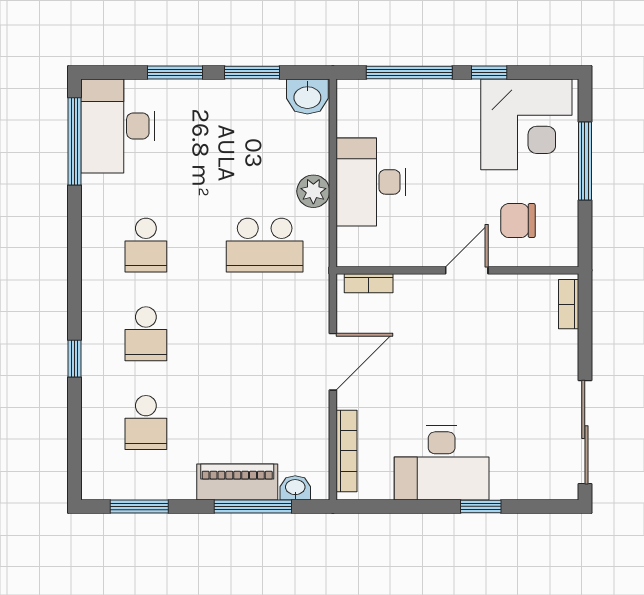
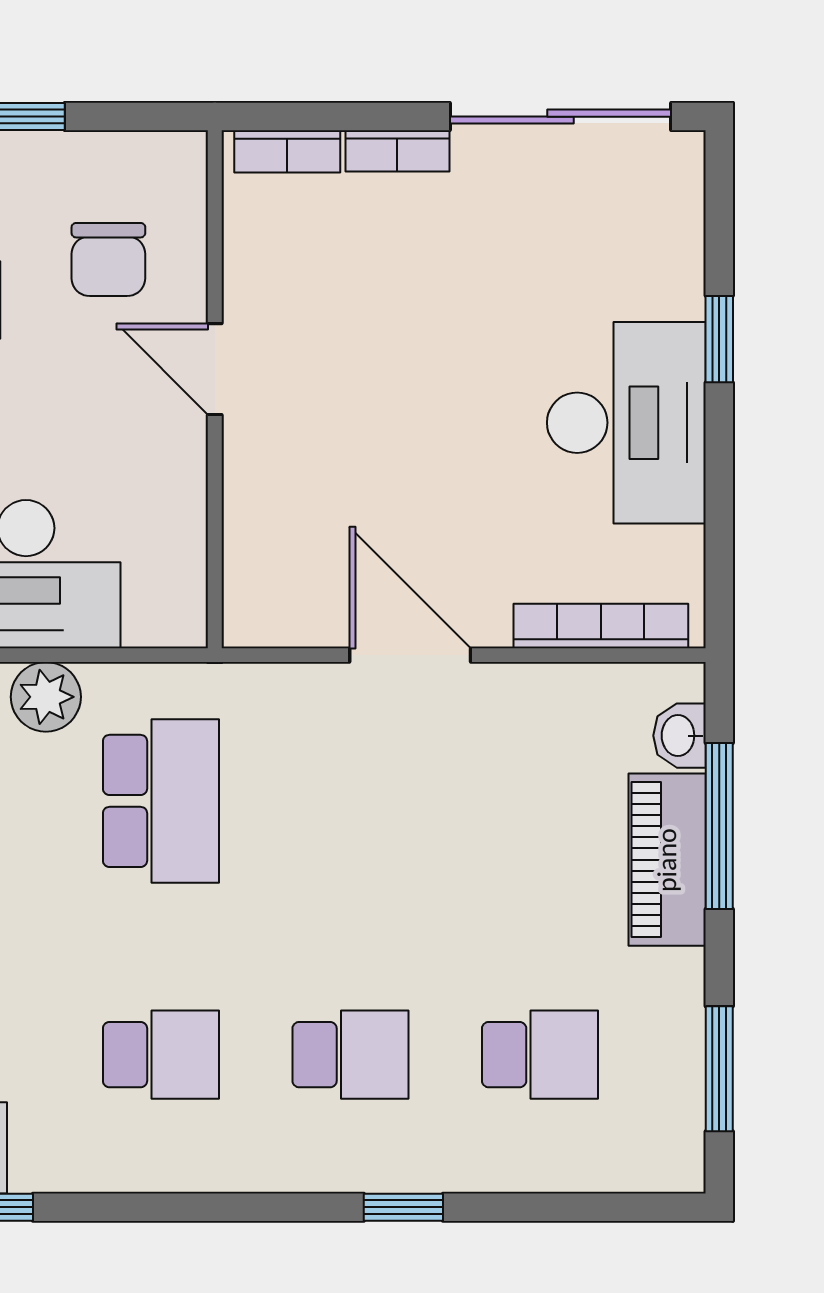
bookcase: (369, 283) -> (397, 151), moved, turned 90

